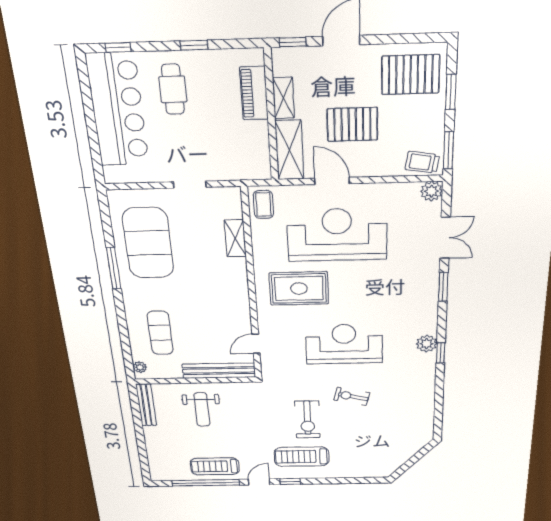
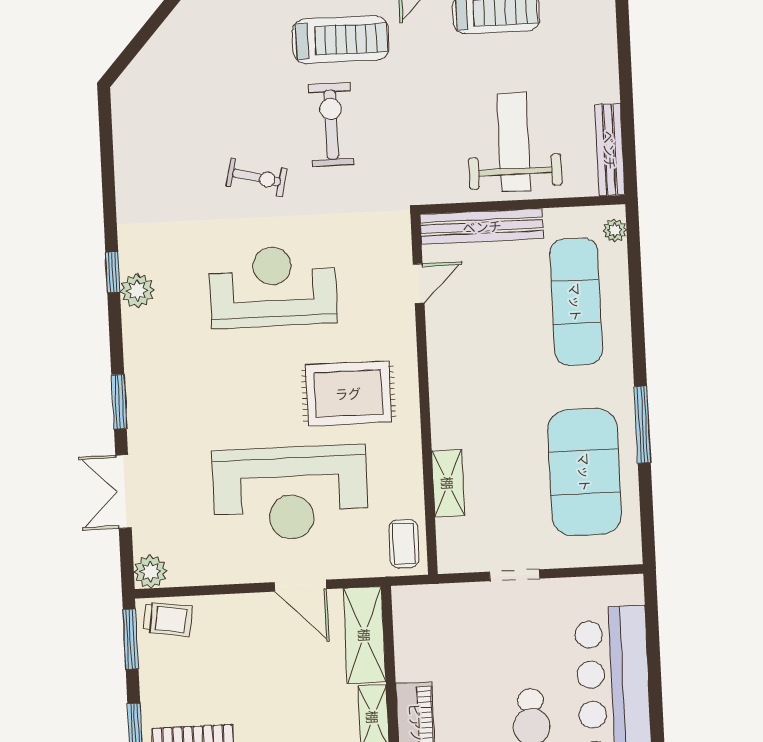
pallet: (352, 124) -> (273, 678), removed
exercise mat: (160, 333) -> (576, 302), width x1.36, depth x1.45
reception desk: (344, 344) -> (273, 286), turned 180
weight bench: (202, 409) -> (514, 142), width x1.36, depth x1.33

